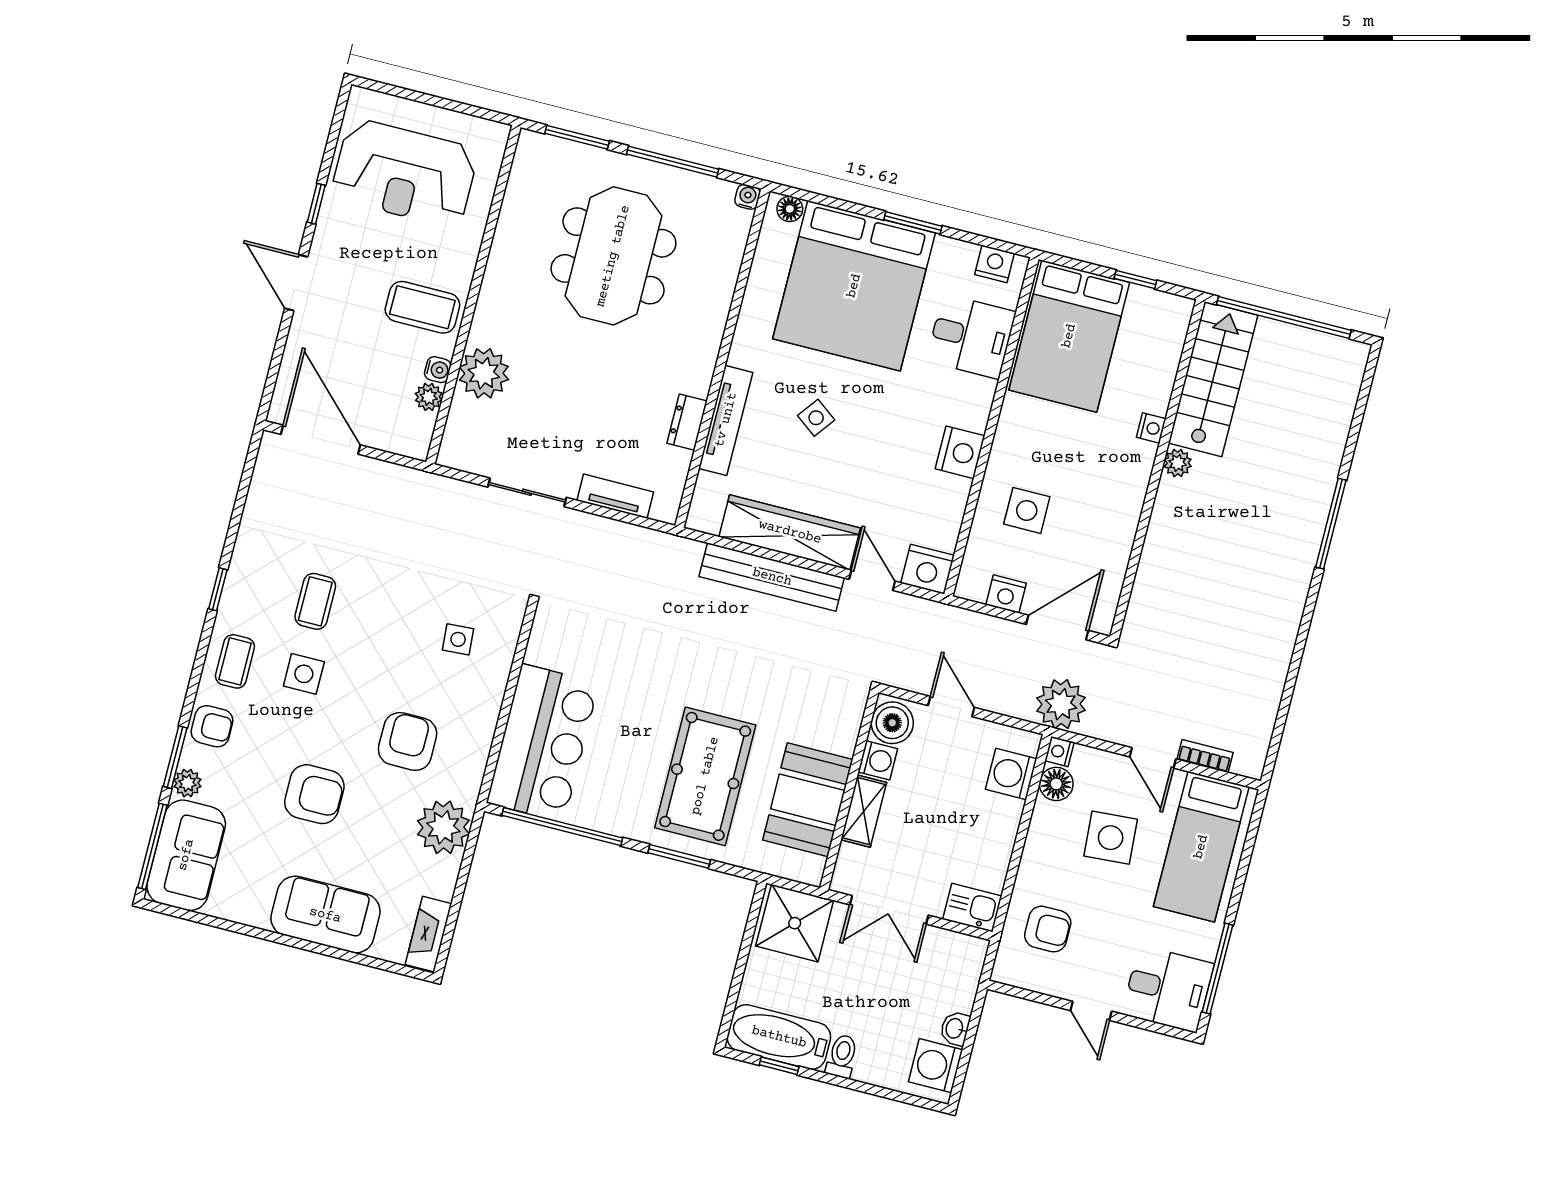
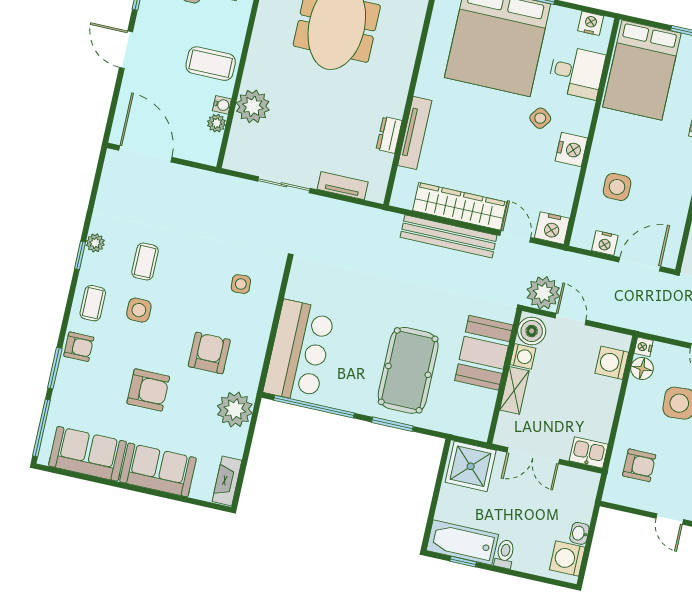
side table: (816, 418) -> (540, 118), moved
plant: (1061, 704) -> (543, 293), moved
plant: (187, 783) -> (95, 243), moved
booth: (808, 800) -> (484, 353), moved
sofa: (186, 855) -> (87, 454), moved, turned -90

